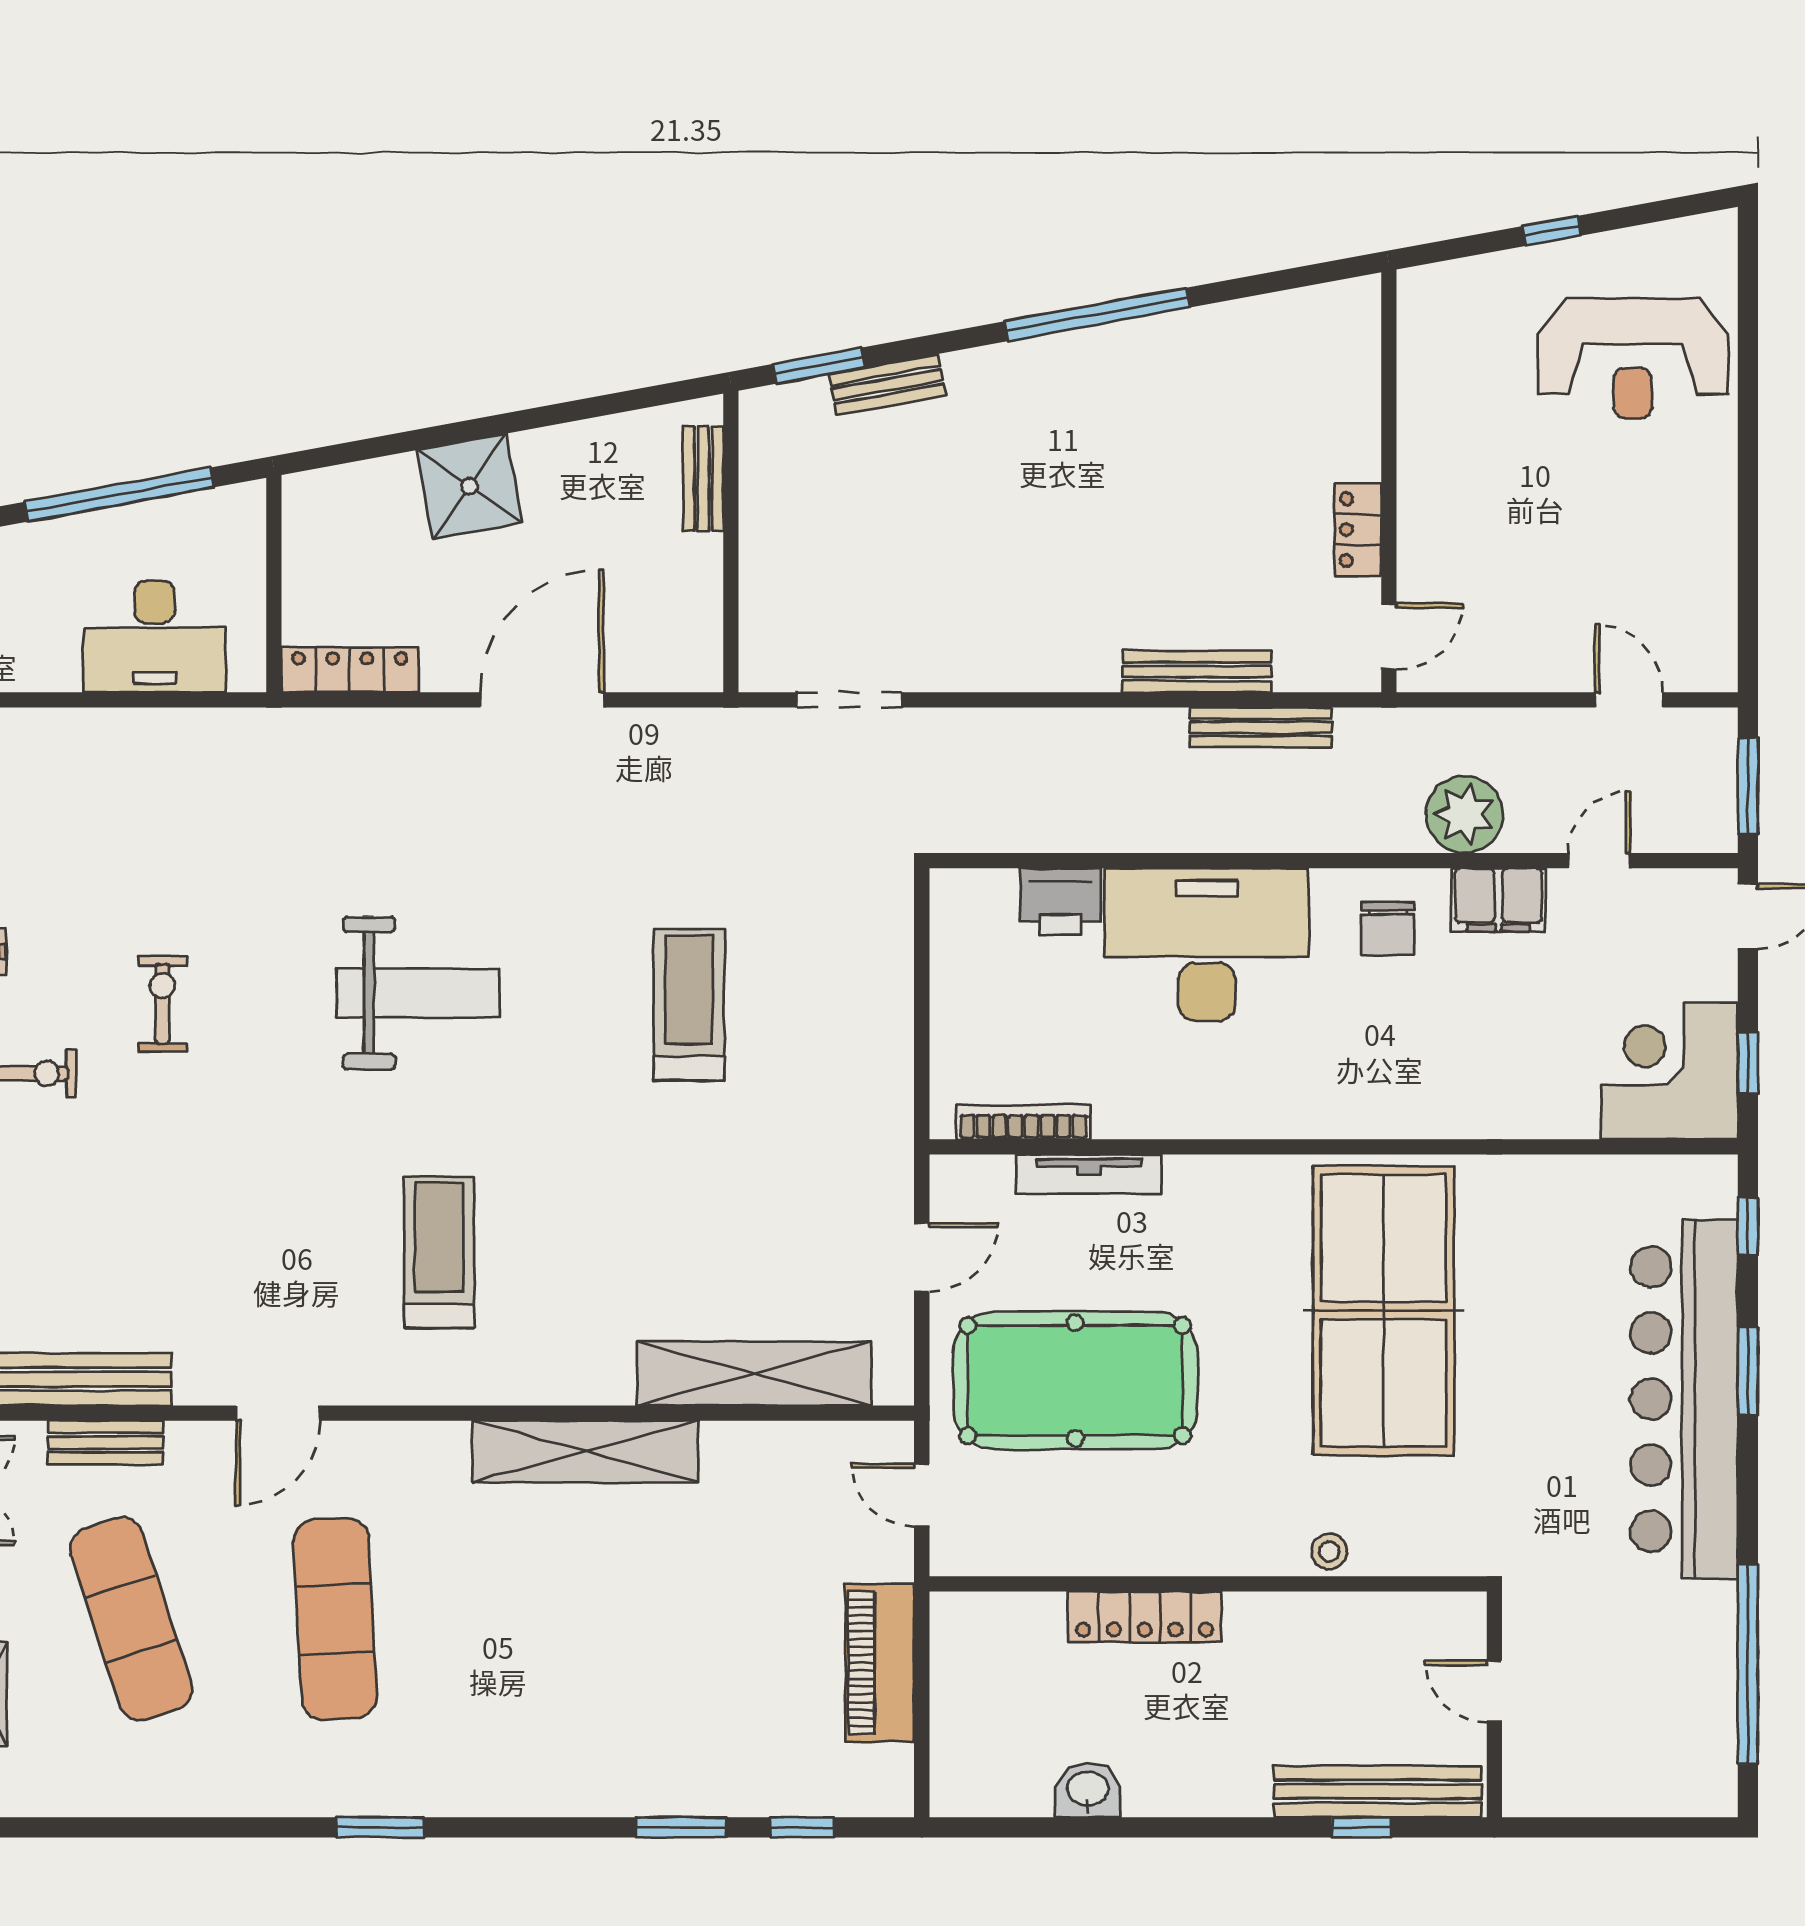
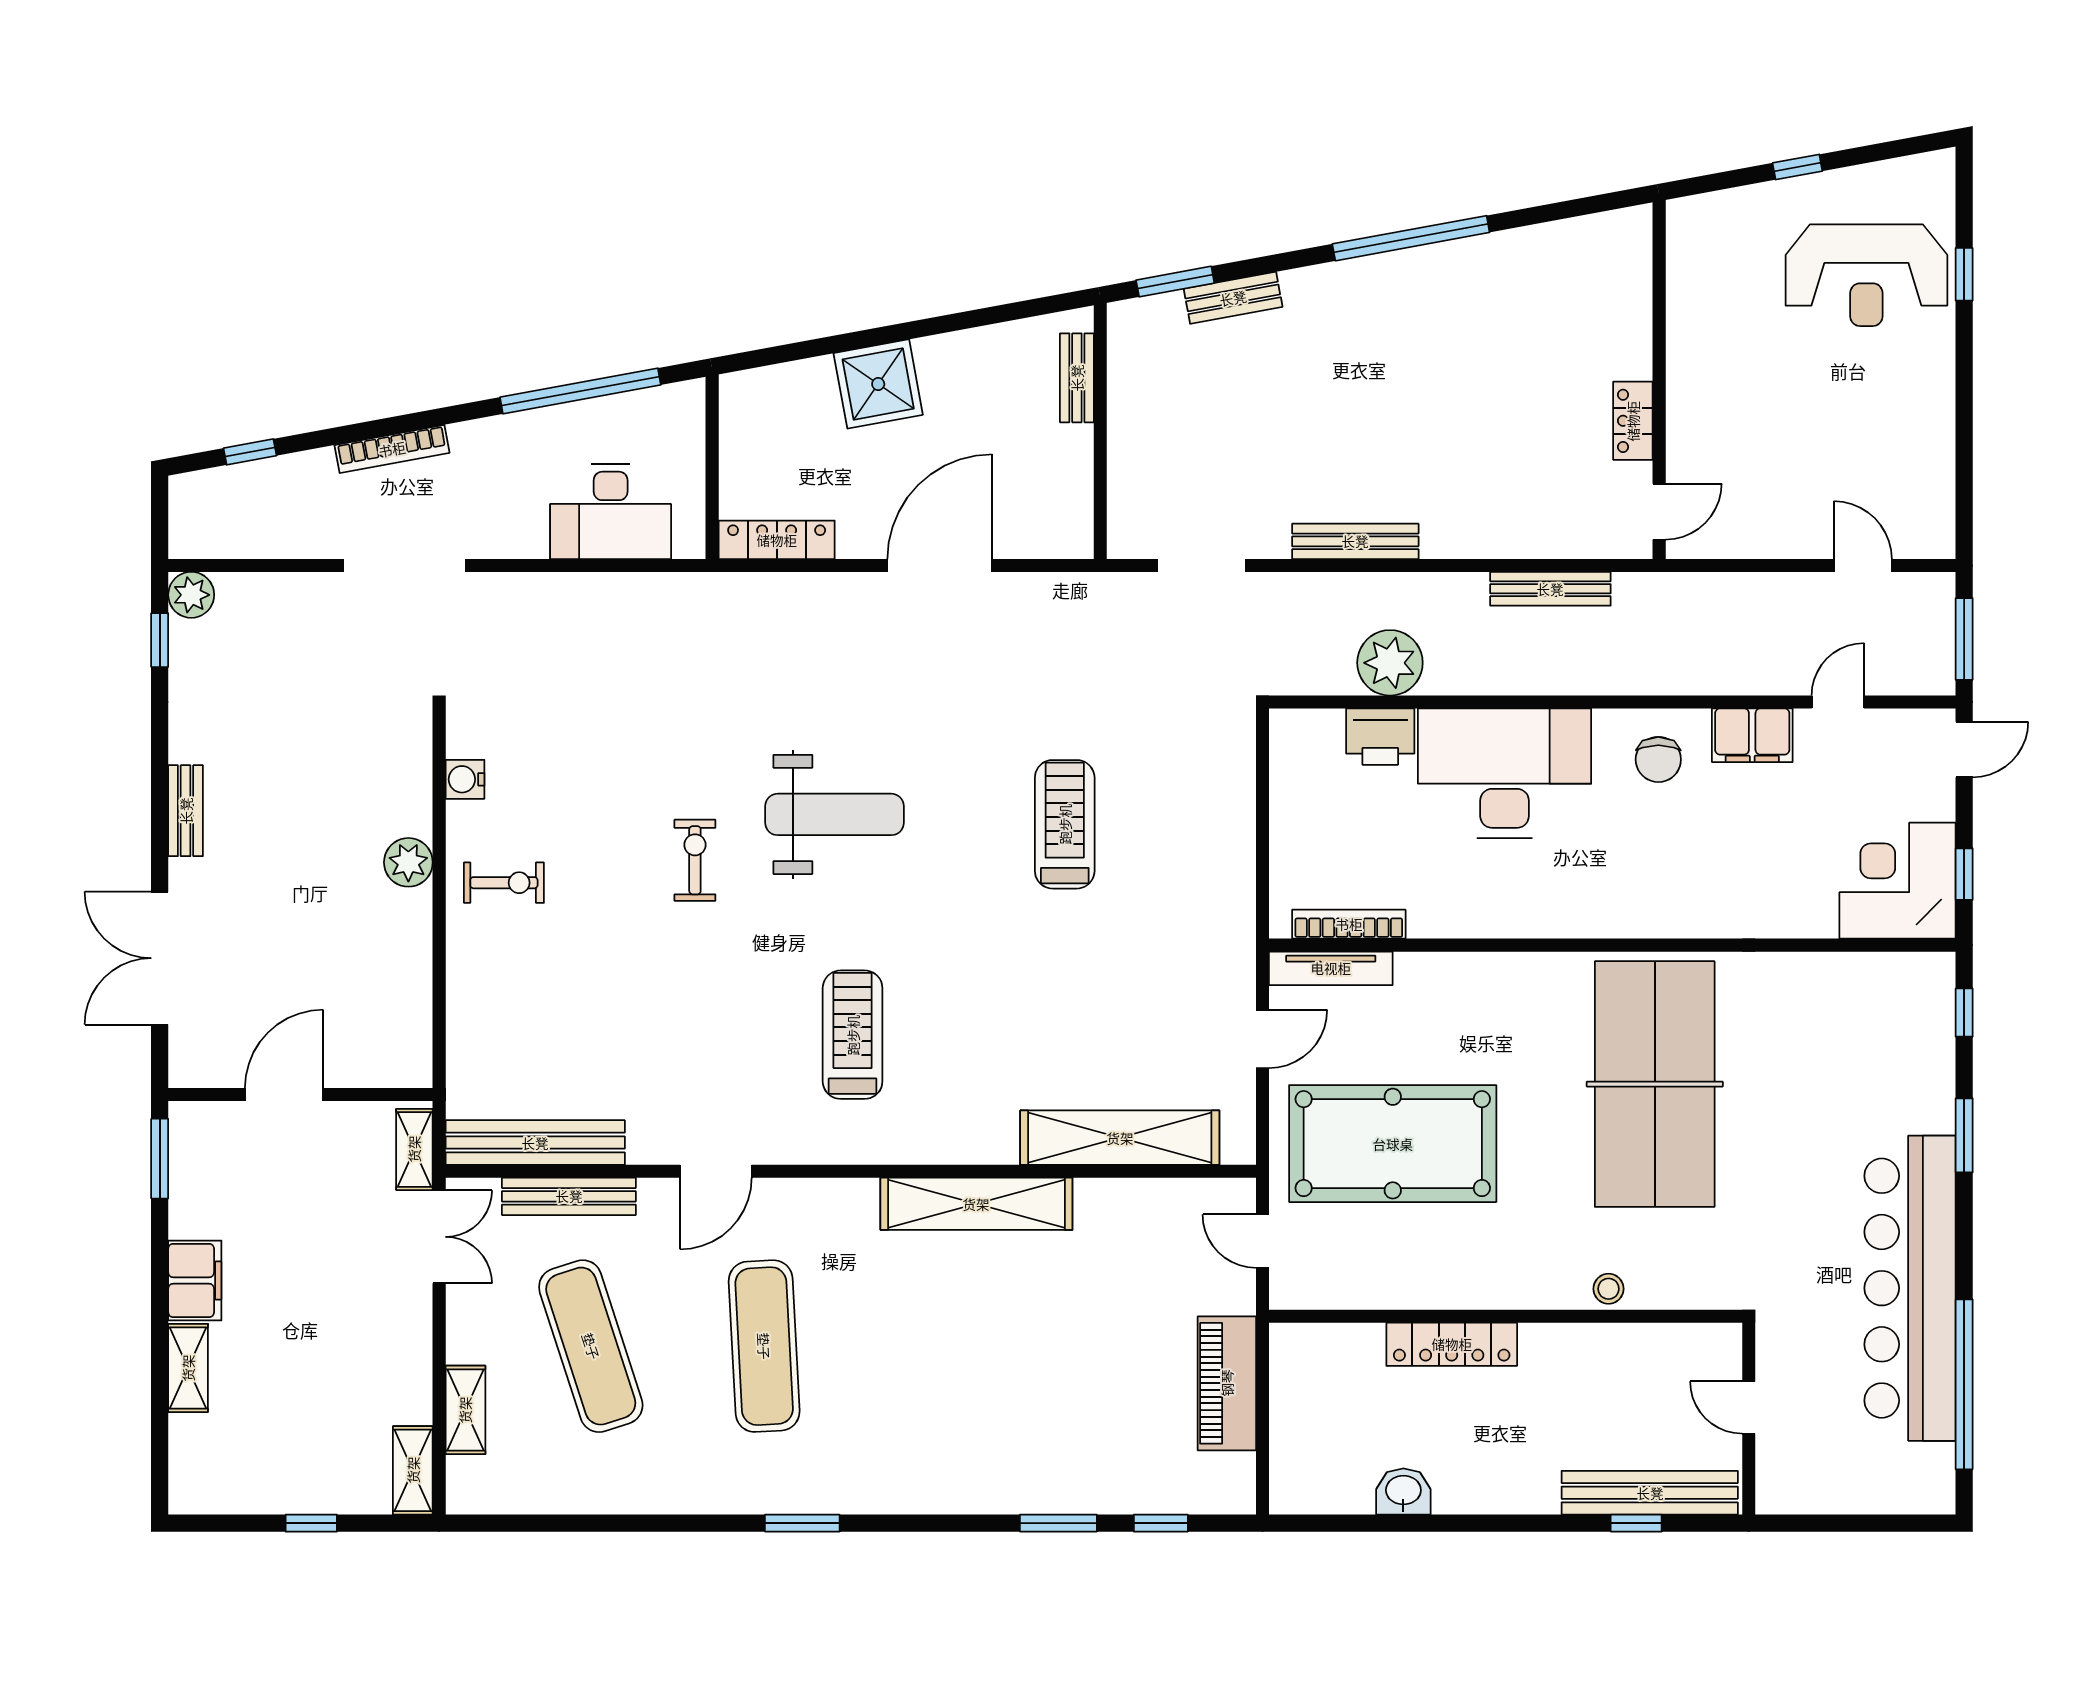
window: (1748, 357) -> (1964, 274), added
bench: (1197, 672) -> (1355, 541), moved
plant: (1465, 815) -> (1390, 663), moved
exercise bike: (162, 1004) -> (695, 860), moved
tv unit: (1089, 1174) -> (1331, 968), moved
bar counter: (1684, 1399) -> (1910, 1288), moved
bench: (105, 1443) -> (569, 1196), width x1.36

